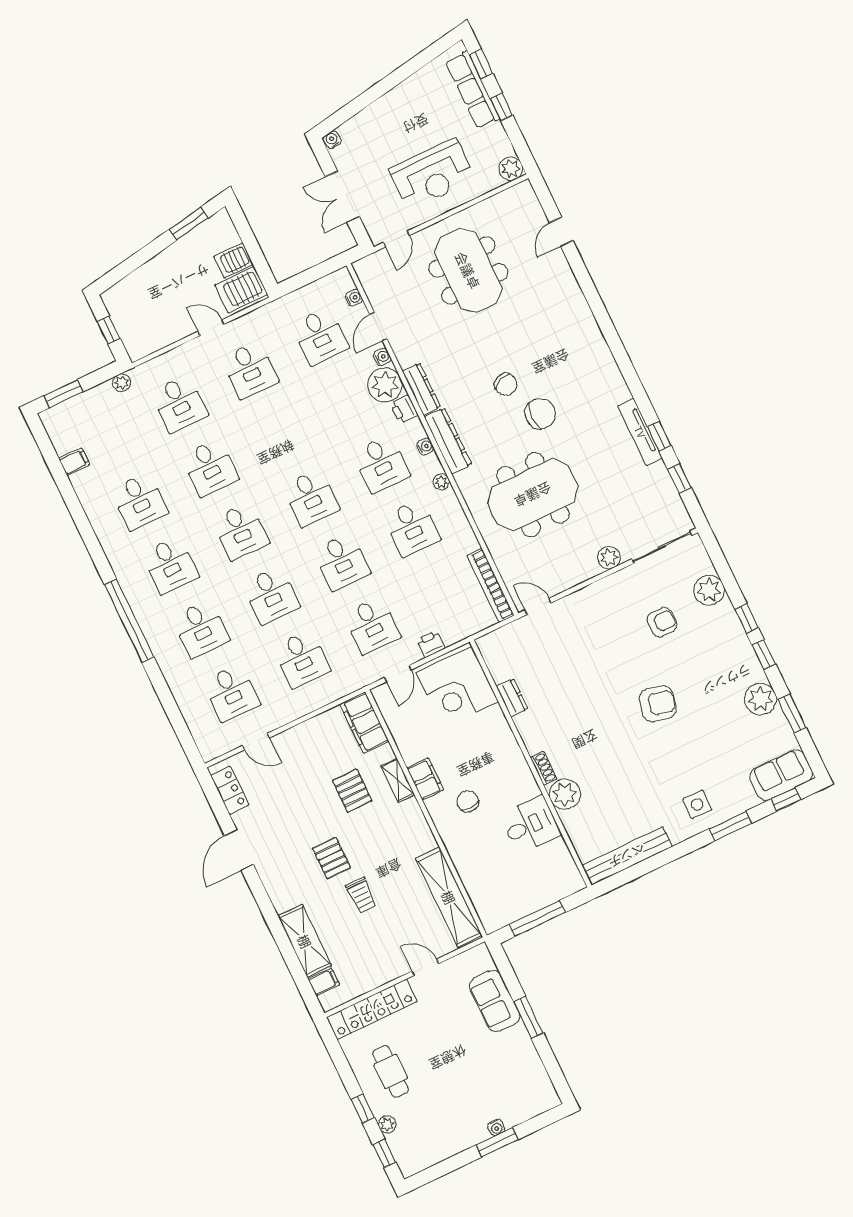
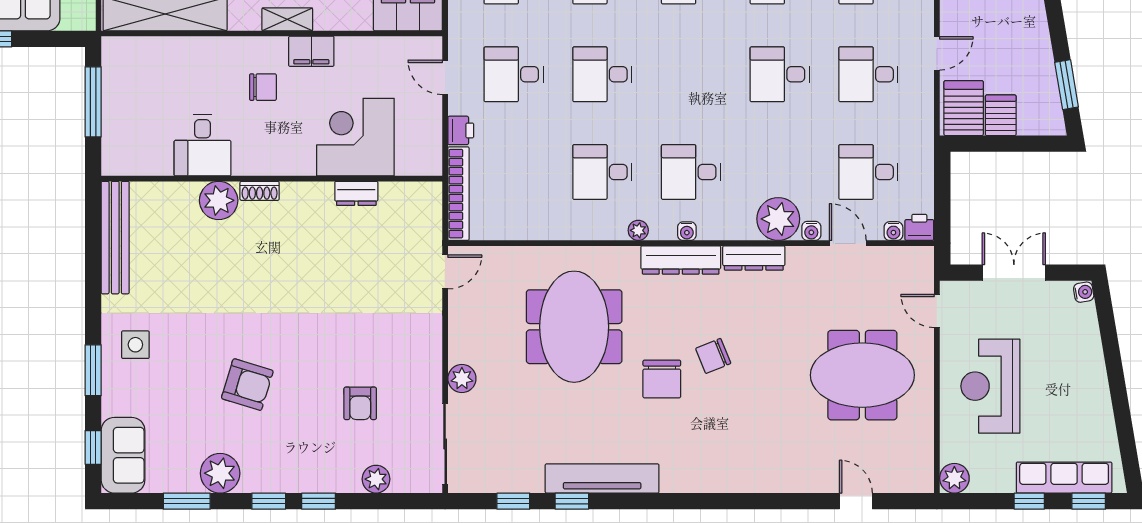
printer: (404, 409) -> (919, 227), moved
tv unit: (640, 432) -> (602, 478), width x1.36, depth x1.29
desk: (311, 498) -> (780, 74), moved
bookcase: (491, 585) -> (458, 194), moved, turned 90
plant: (709, 590) -> (376, 479), width x0.73, depth x0.73
corner desk: (457, 687) -> (355, 137), moved
armchair: (658, 704) -> (247, 385), moved, turned -85
shelving: (398, 780) -> (287, 19), moved

